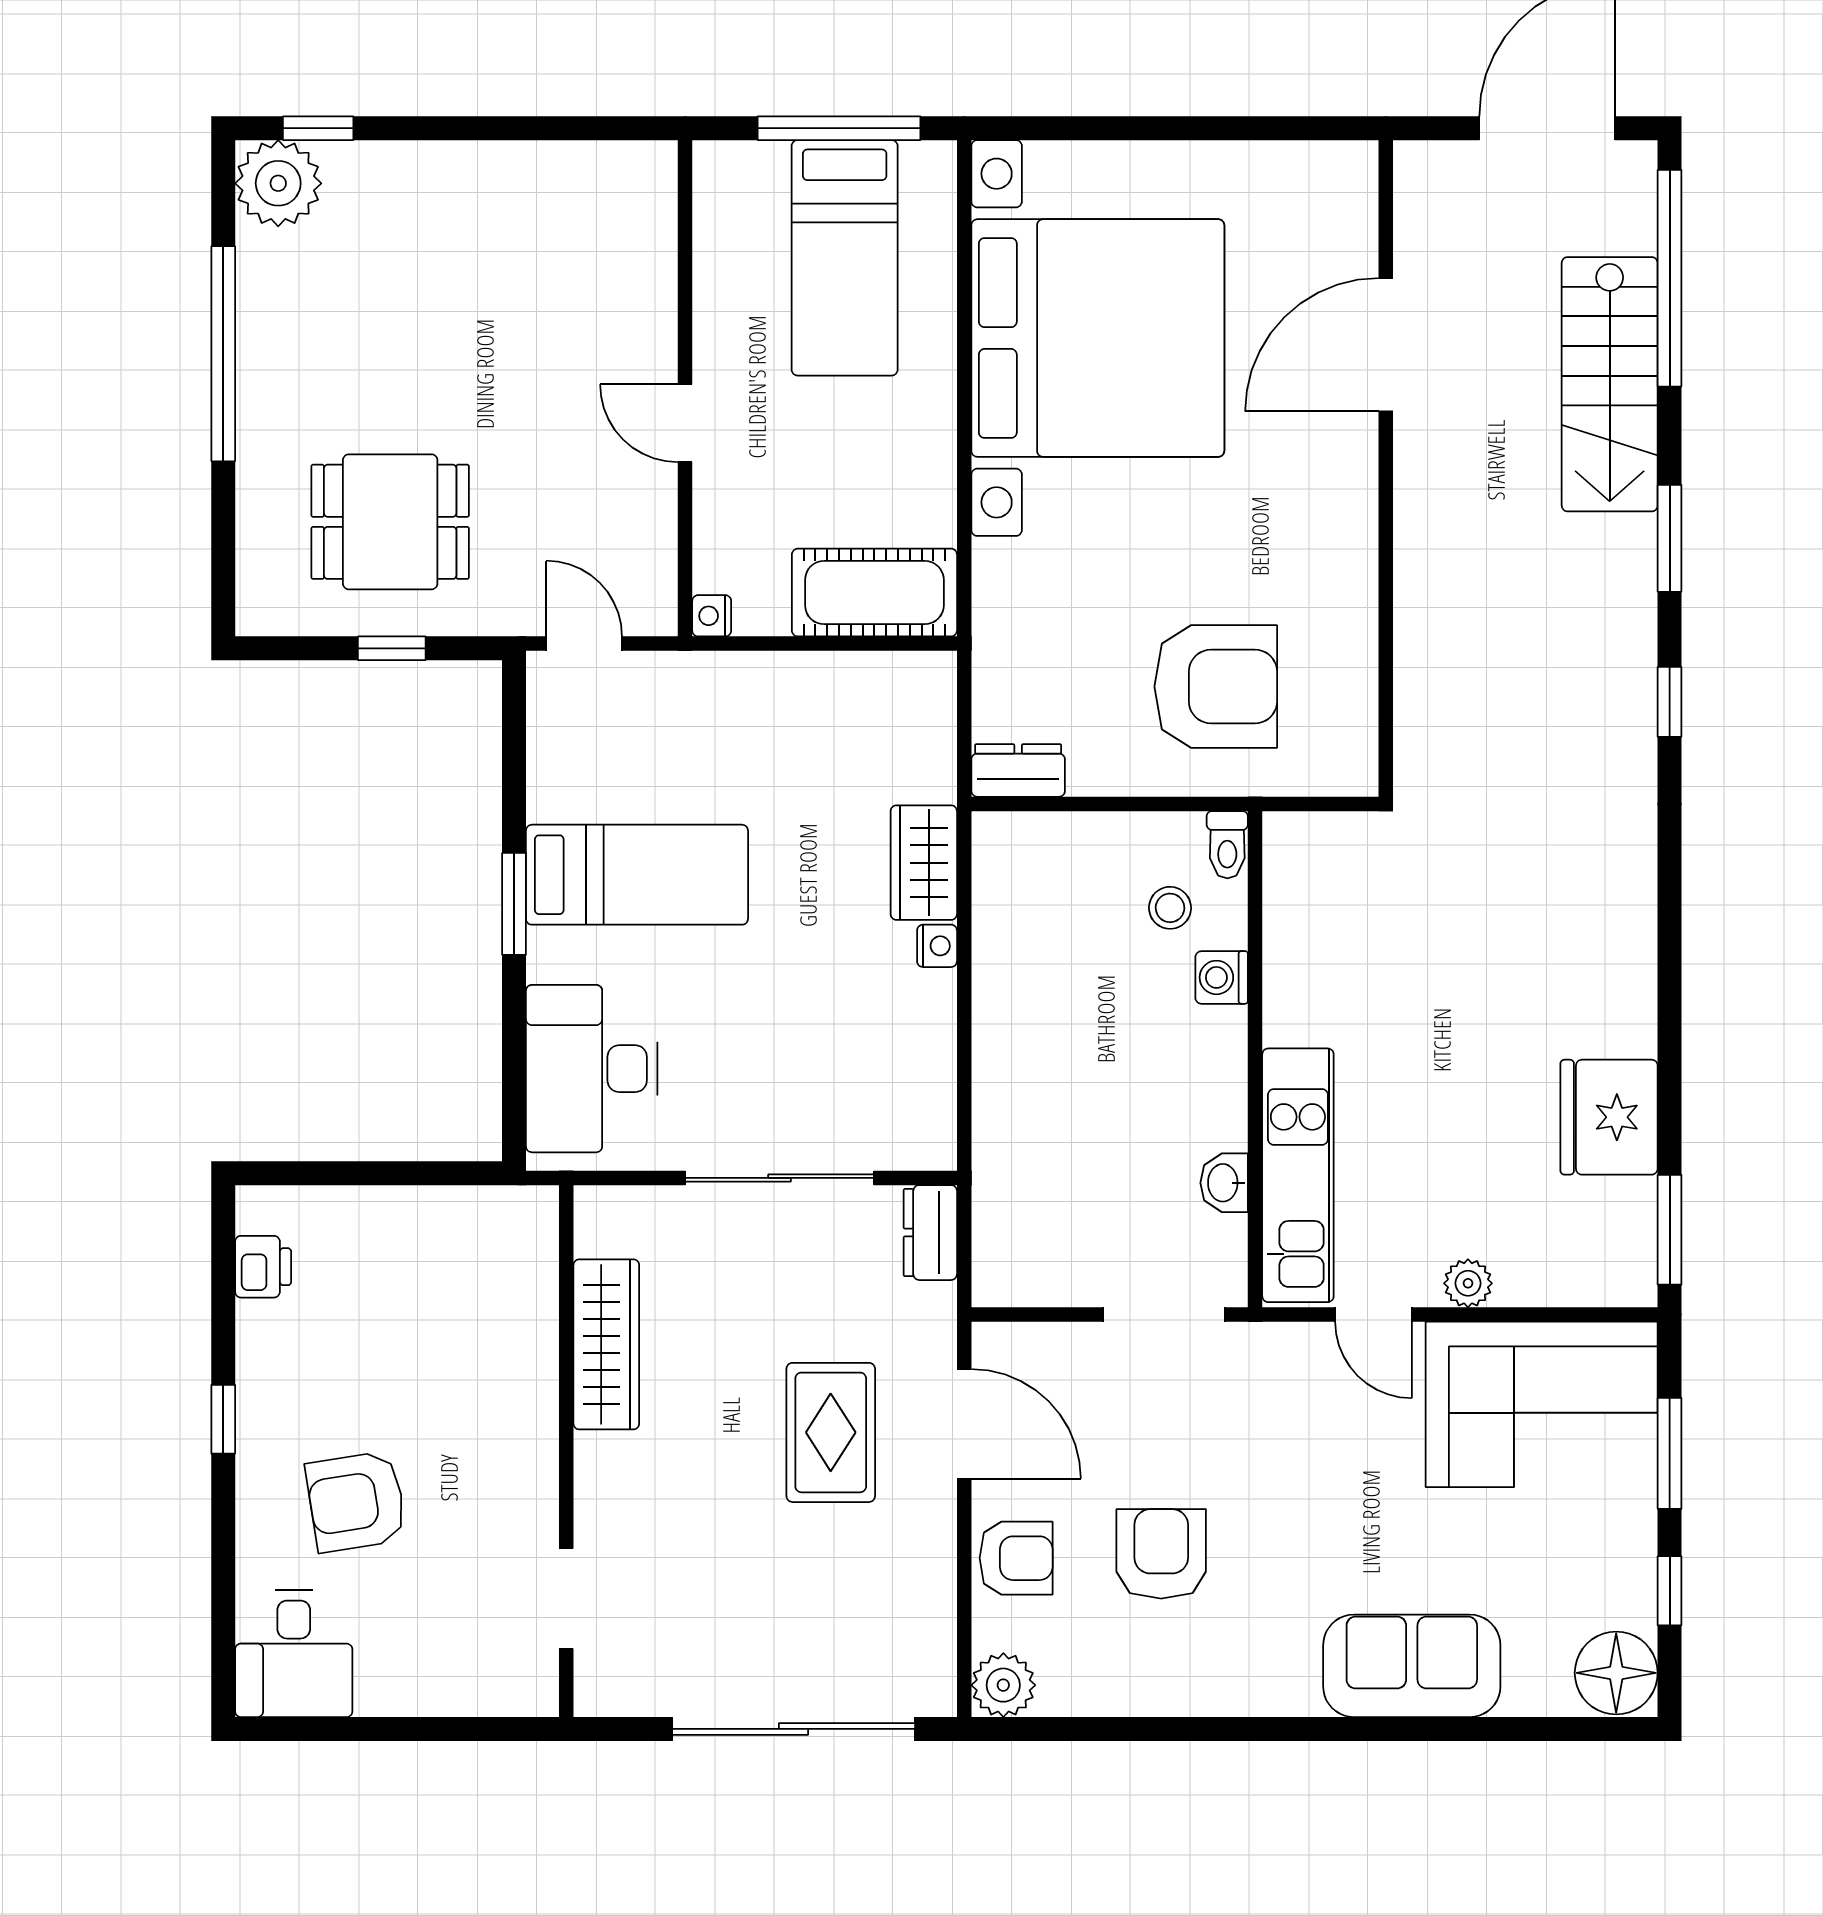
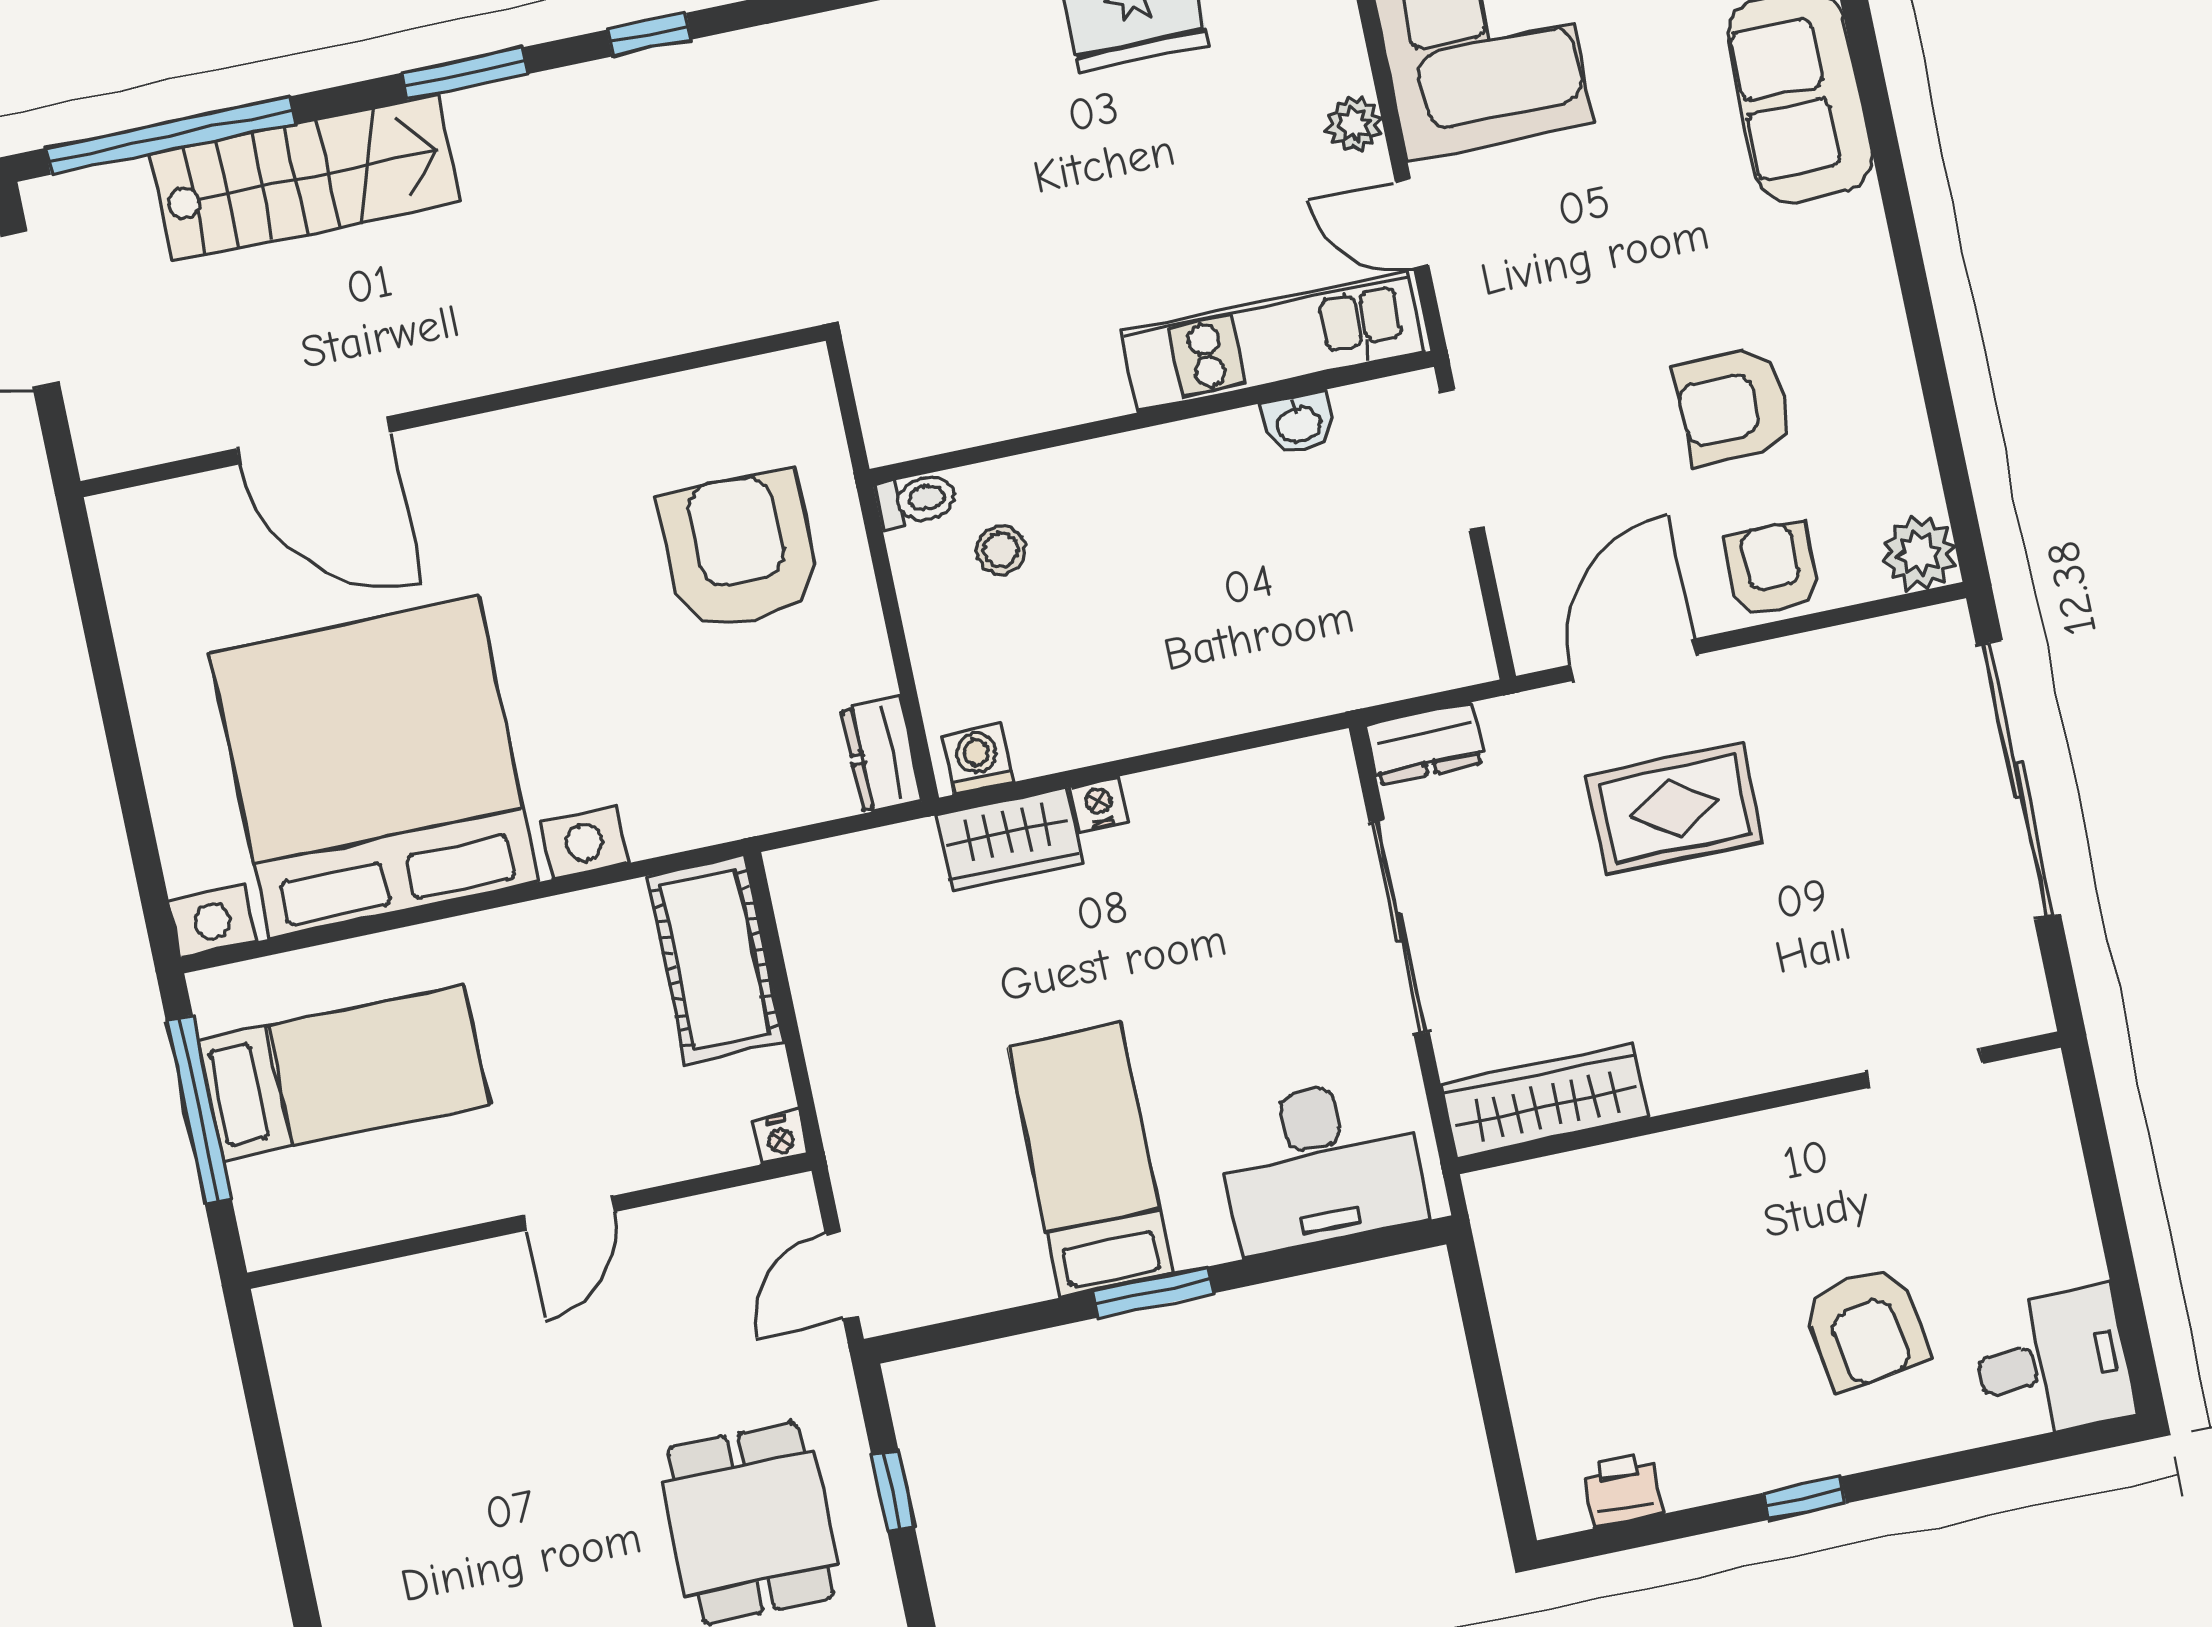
washing machine: (1222, 977) -> (978, 758), moved, turned 180
door: (1373, 1315) -> (1412, 223), swing flipped
wardrobe: (606, 1344) -> (1545, 1101), moved

